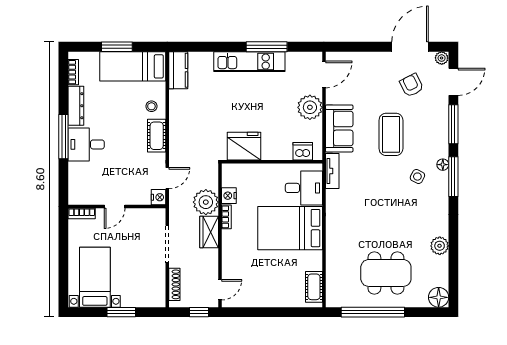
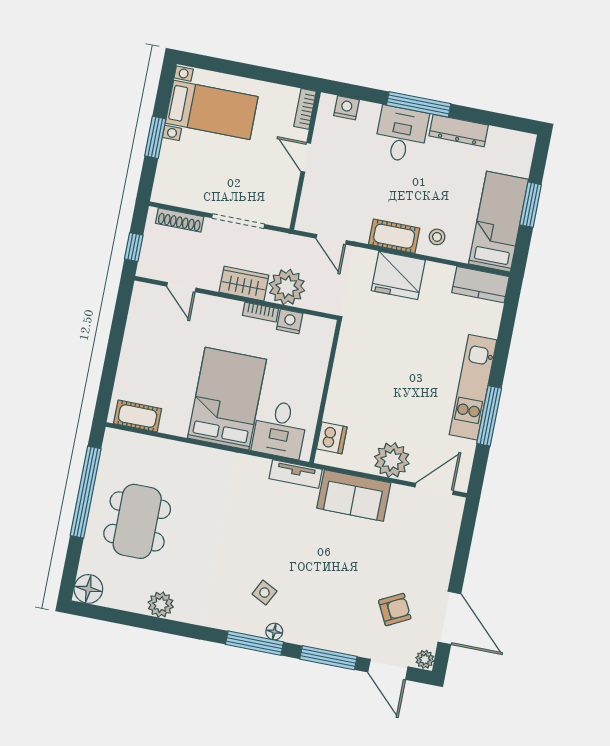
bookcase: (73, 72) -> (507, 136), removed
door: (324, 74) -> (434, 489), swing flipped
coffee table: (391, 134) -> (331, 567), removed
fridge: (244, 146) -> (398, 275), moved, turned 90
nightstand: (159, 197) -> (347, 108), moved, turned 180
door: (220, 290) -> (181, 287), moved

